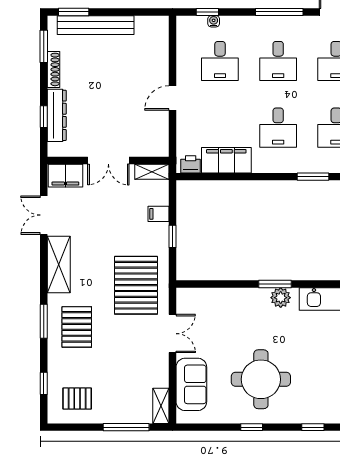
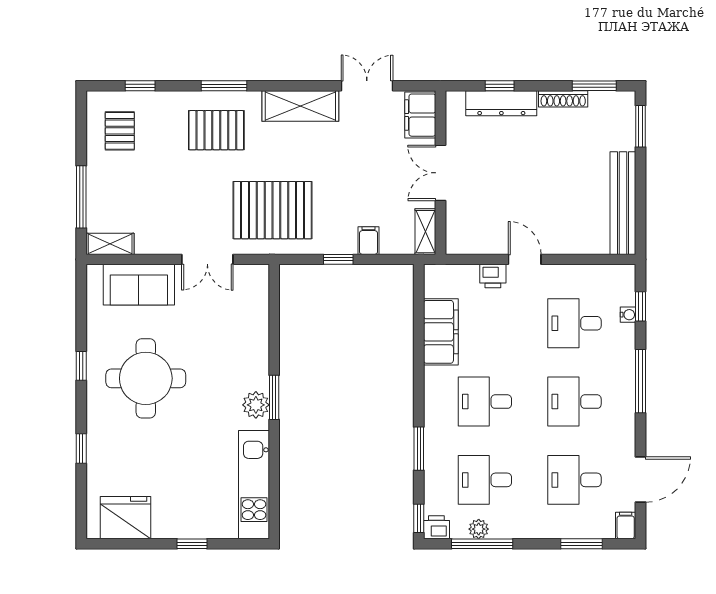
window: (279, 12) -> (641, 381), moved
bench: (96, 25) -> (623, 203), moved
printer: (191, 164) -> (493, 276), moved, turned 90

